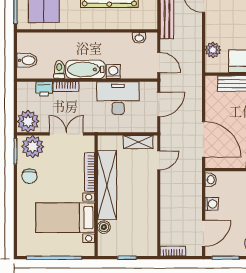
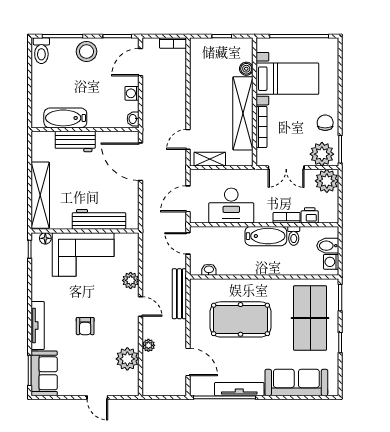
plant: (213, 50) -> (131, 280), moved
washing machine: (113, 72) -> (331, 262), moved, turned 90

